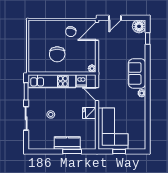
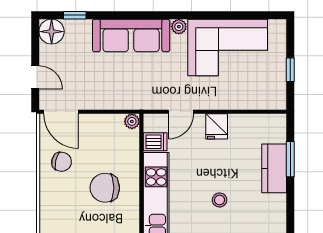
chair: (57, 54) -> (105, 188), turned 180
sofa: (137, 73) -> (131, 35), width x1.36
corner sofa: (113, 129) -> (228, 47), moved, turned 180

